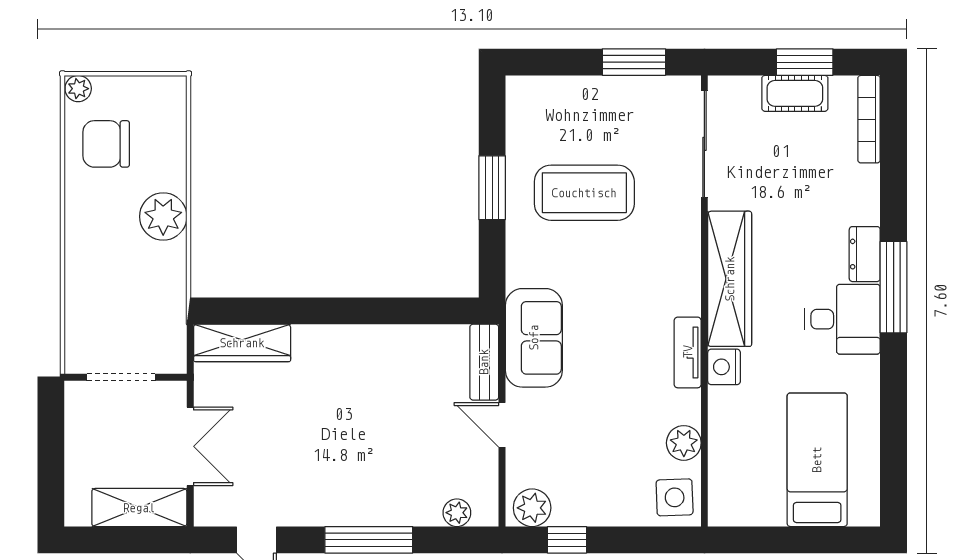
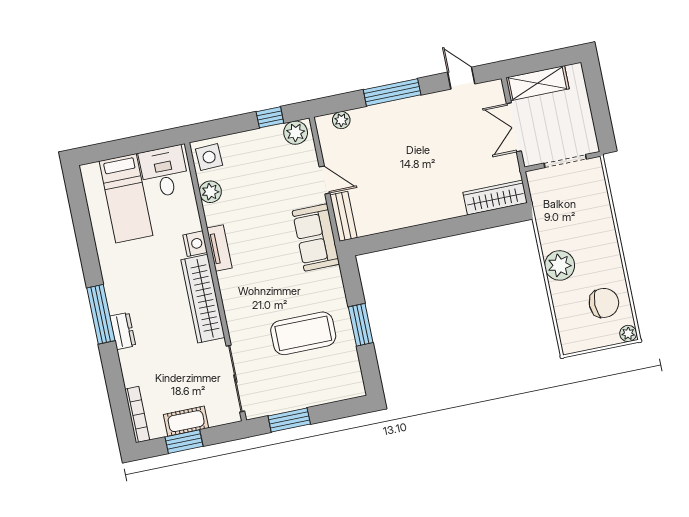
desk: (843, 319) -> (164, 172), moved, turned 90

